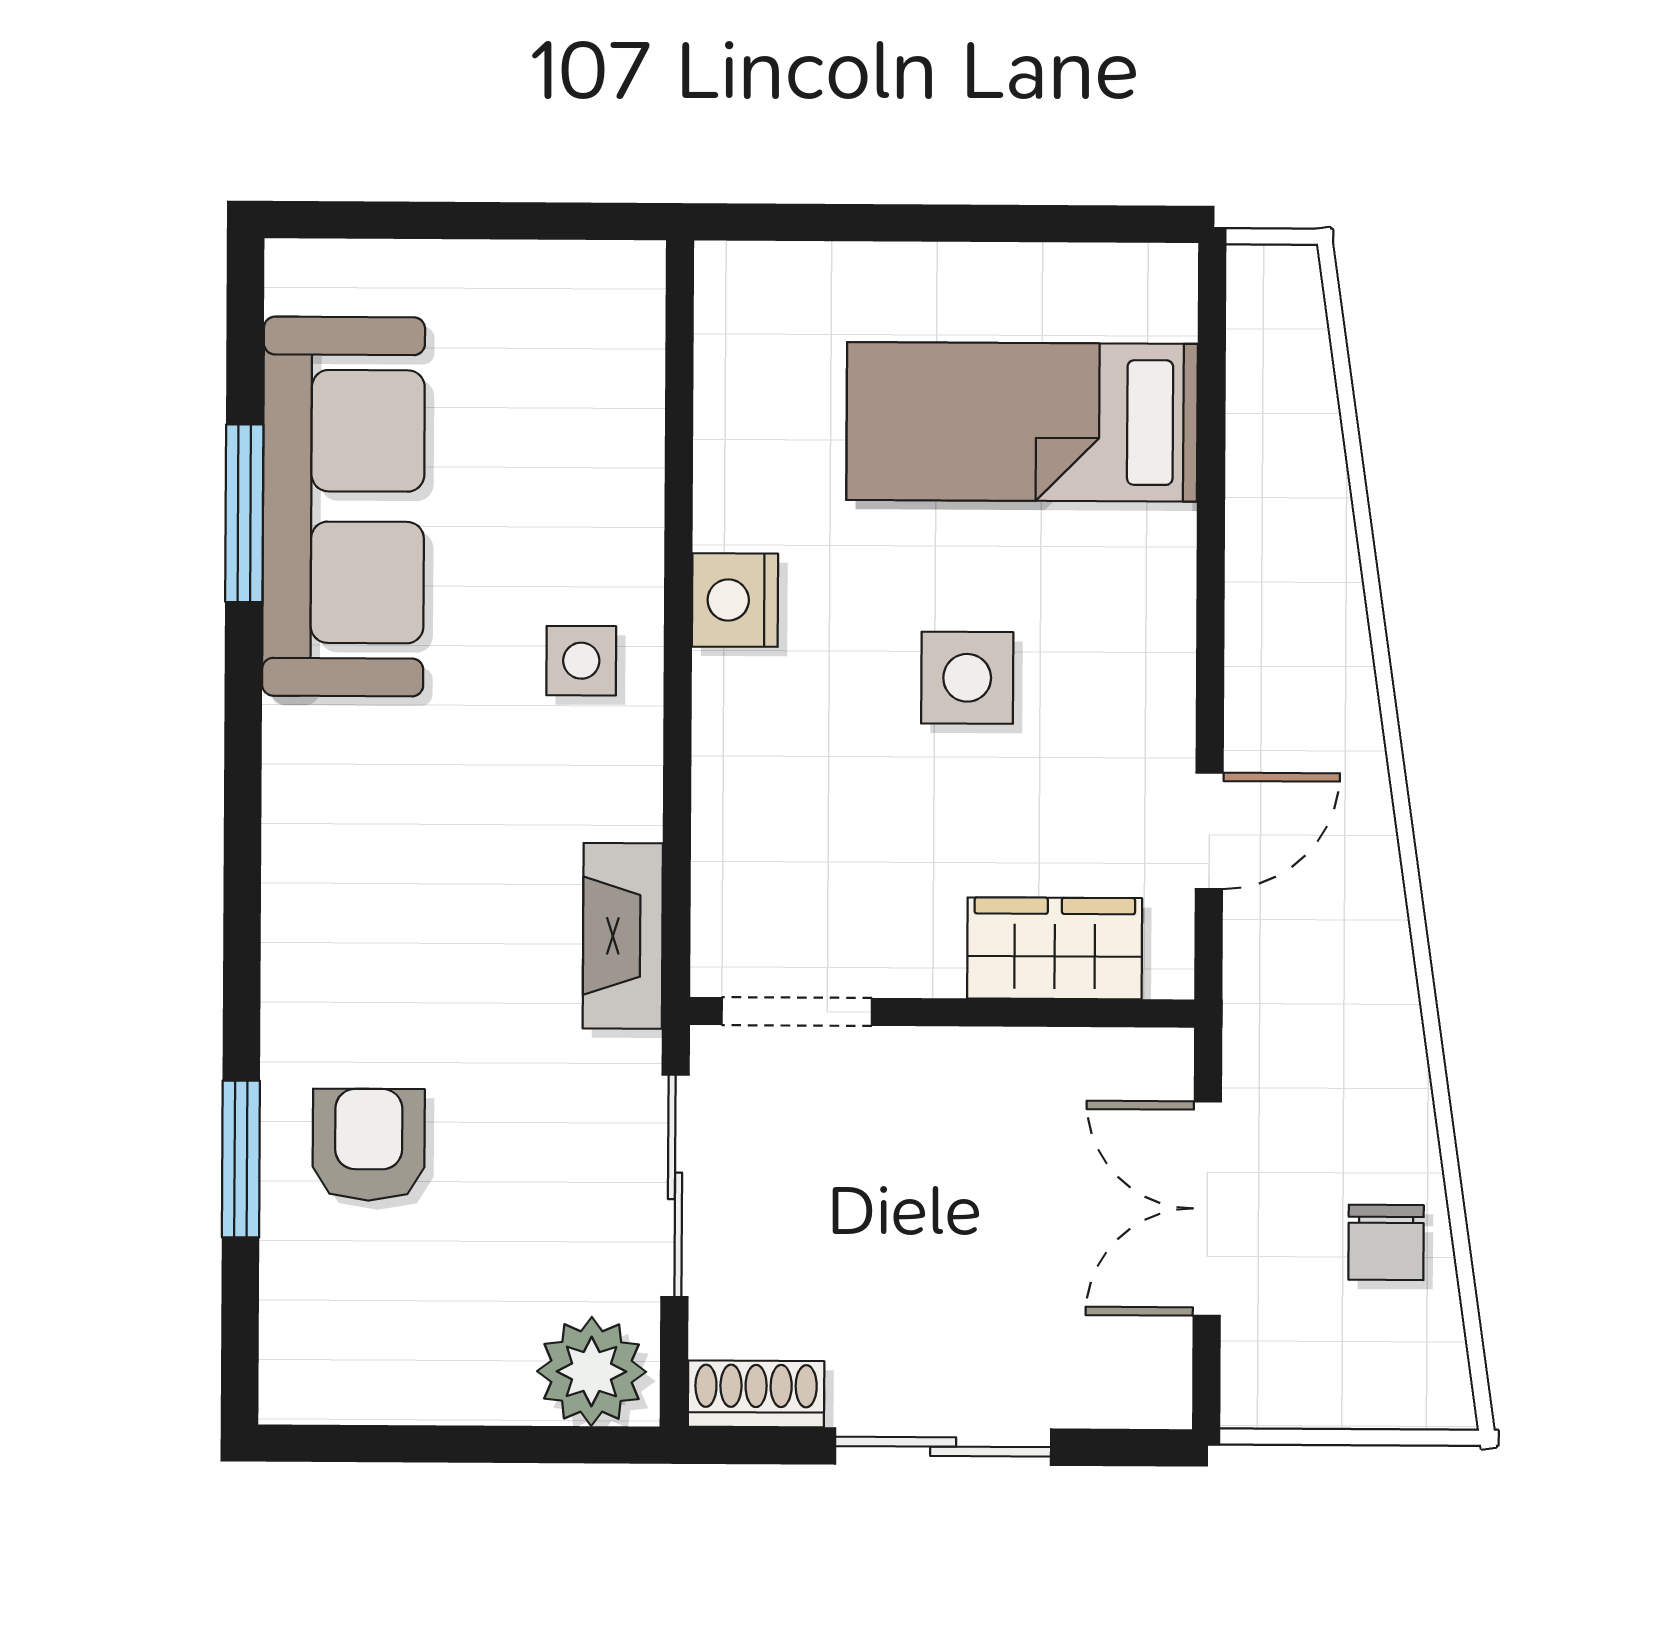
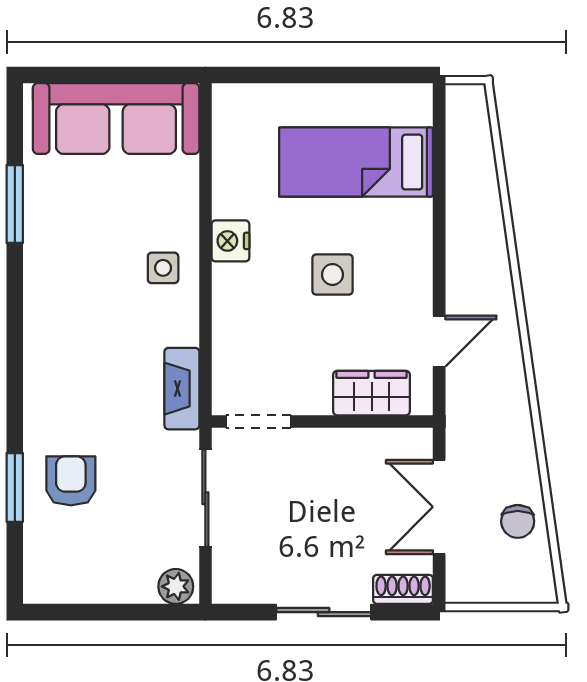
sofa: (344, 506) -> (116, 119), moved, turned 90
plant: (592, 1371) -> (176, 586), width x0.73, depth x0.73
shoe rack: (756, 1394) -> (403, 589), moved

